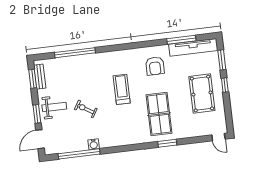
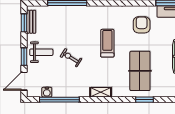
armchair: (155, 66) -> (142, 25), turned 180
shelving: (121, 141) -> (101, 92), added
water cooler: (94, 144) -> (47, 92), moved

